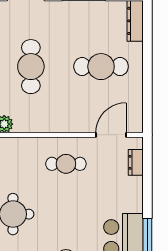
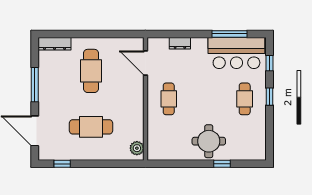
dresser: (136, 162) -> (180, 43), moved

